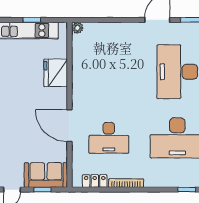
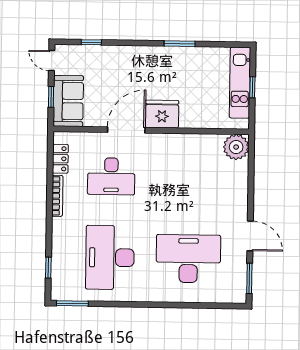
plant: (77, 28) -> (236, 147), width x1.87, depth x1.87
fridge: (56, 73) -> (162, 114), moved
desk: (109, 138) -> (111, 176), turned -90

